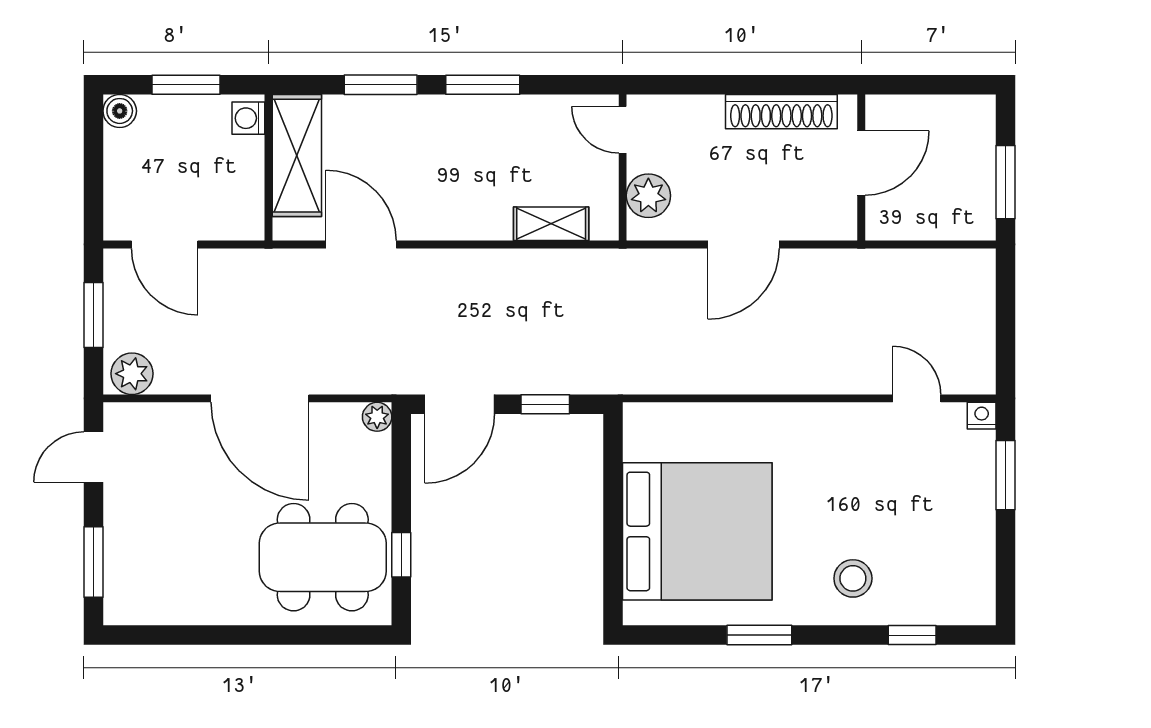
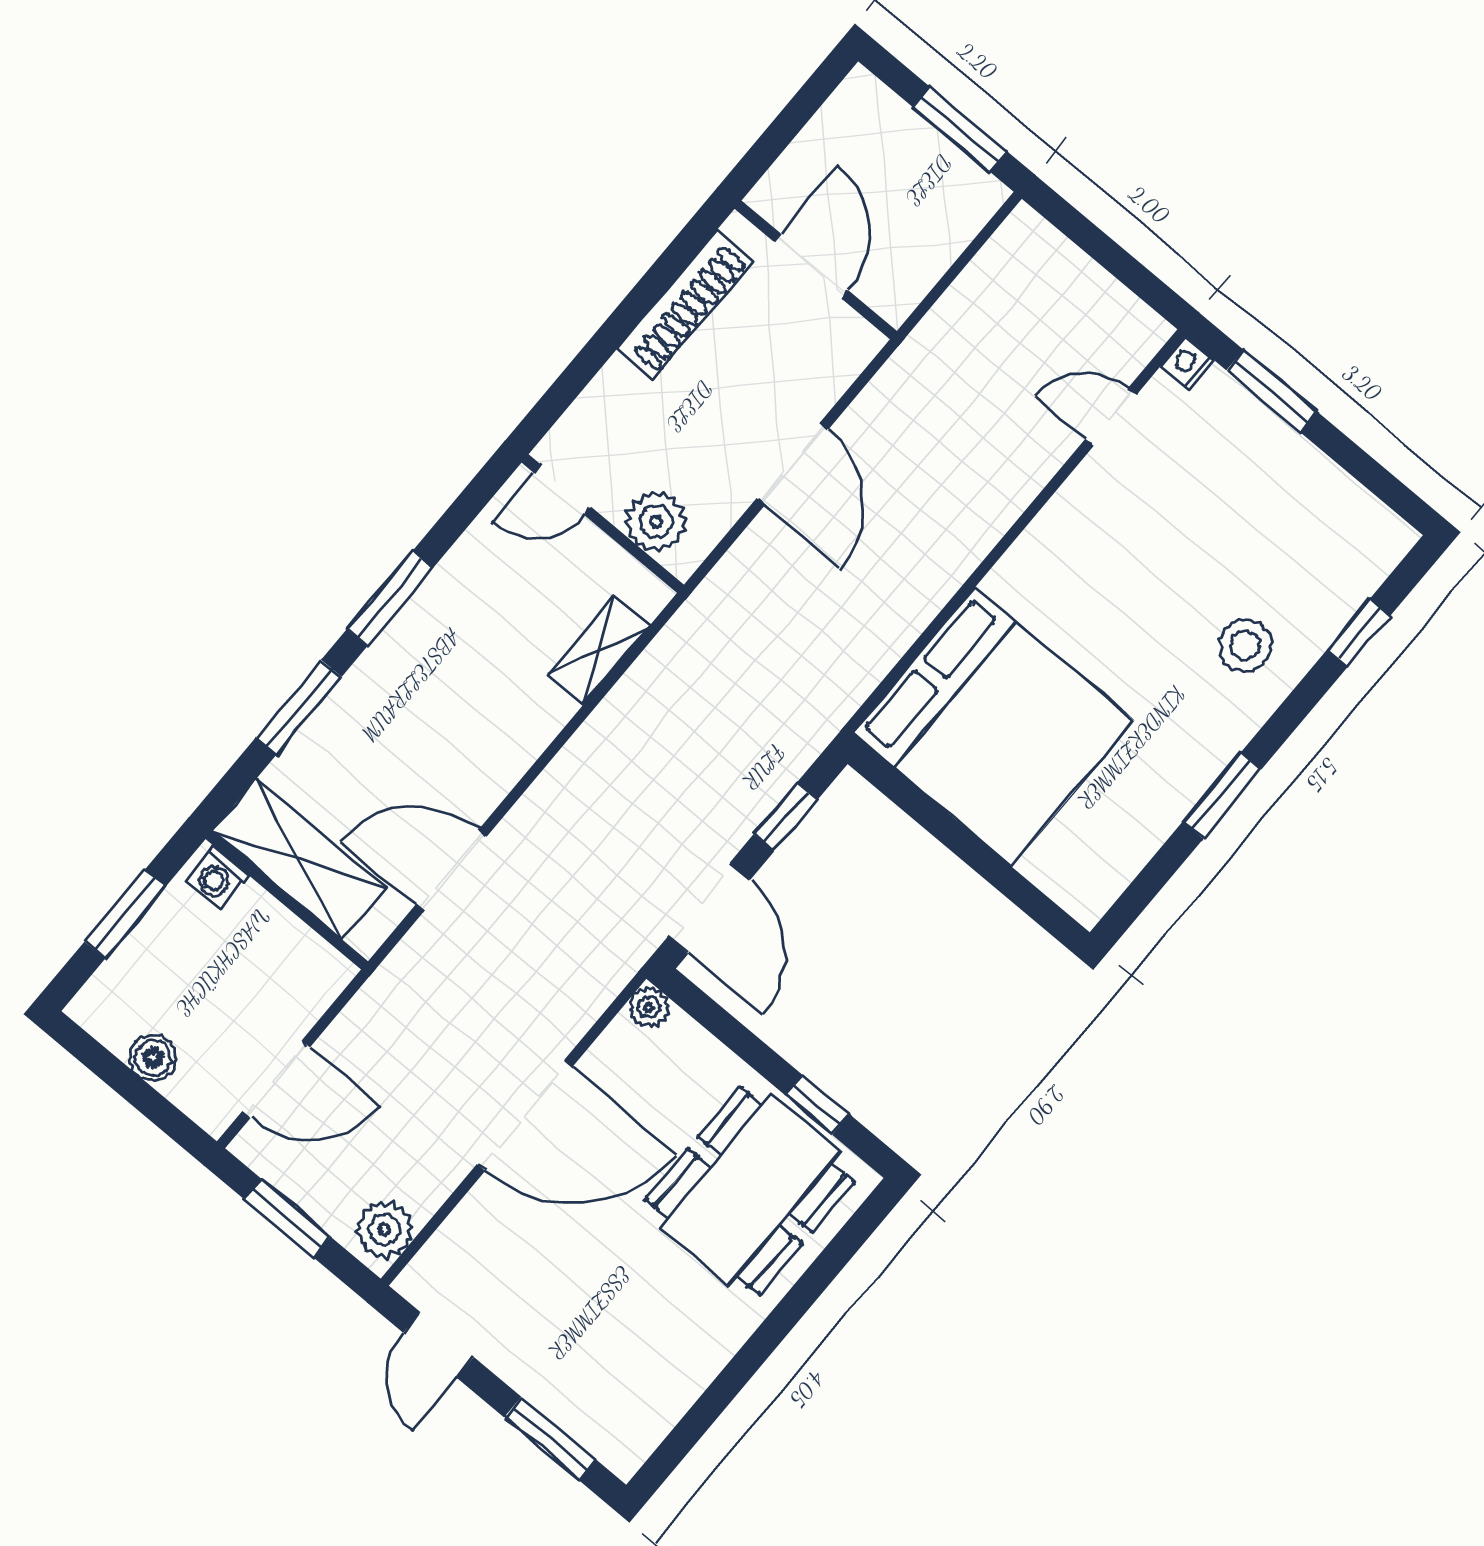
boiler: (120, 111) -> (153, 1058), moved
bed: (697, 531) -> (993, 727), moved, turned 90

